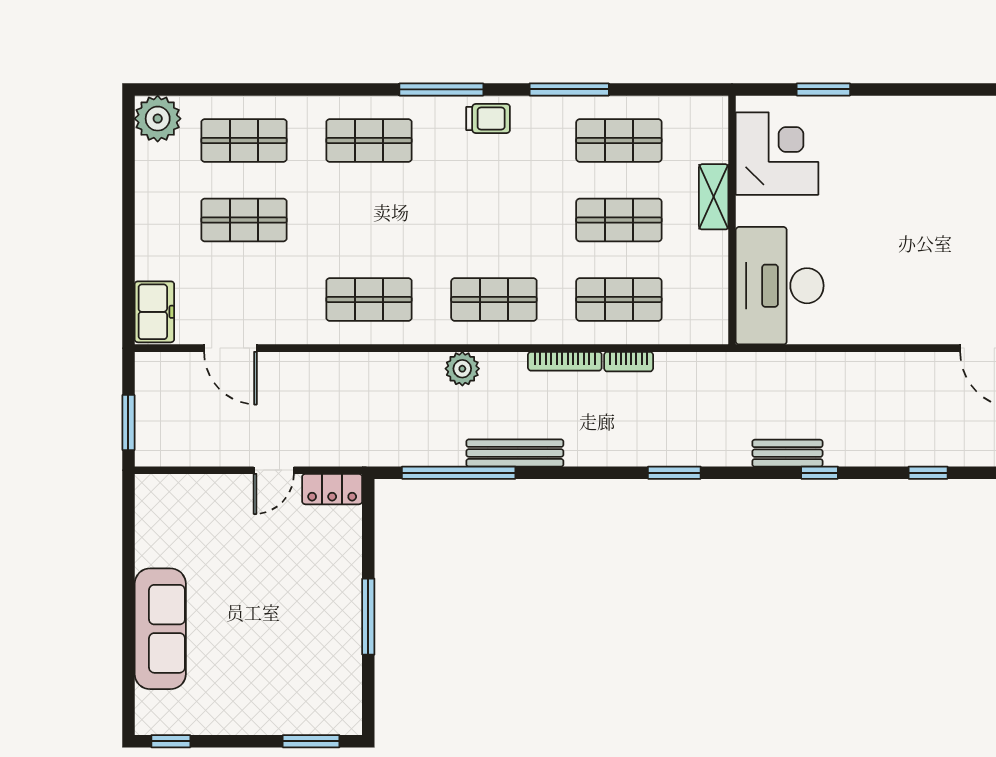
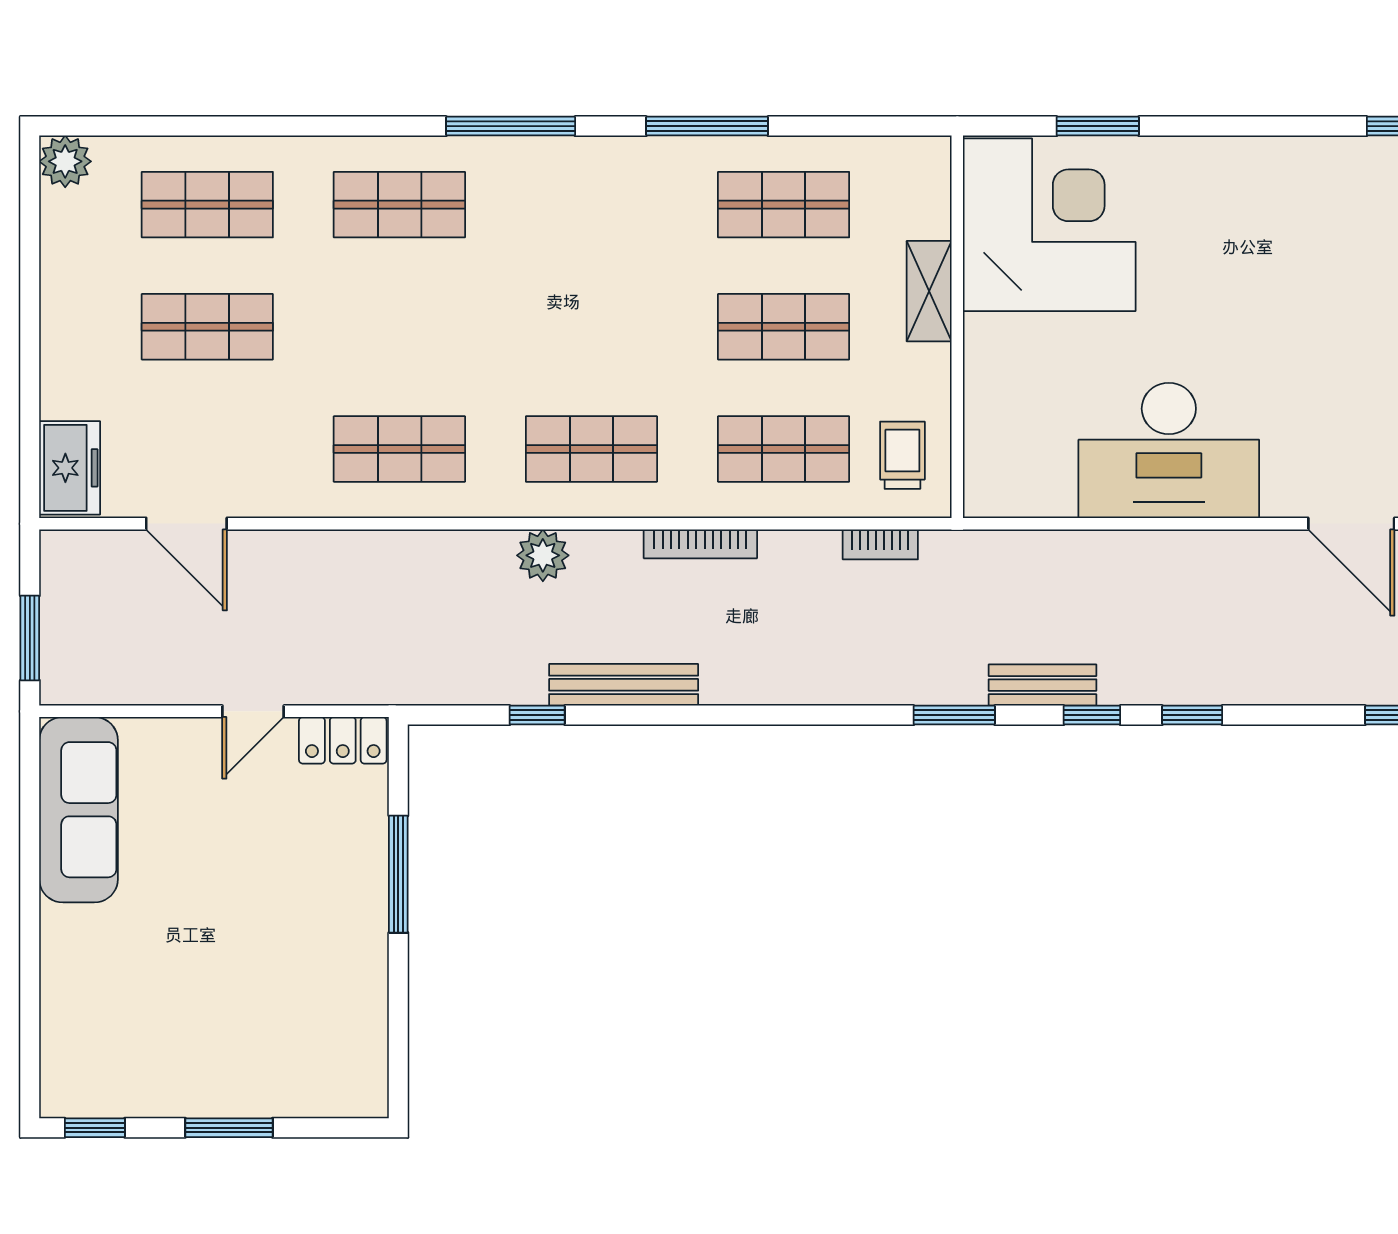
trolley: (488, 118) -> (902, 455), moved, turned -90
plant: (158, 119) -> (65, 161), width x0.73, depth x0.73
corner desk: (777, 154) -> (1049, 225), width x1.36, depth x1.36
desk: (780, 286) -> (1169, 450), moved, turned -90
bookcase: (629, 362) -> (880, 544), moved
window: (459, 473) -> (537, 715), width x0.32
window: (674, 473) -> (954, 715), moved
window: (928, 473) -> (1192, 715), moved
window: (368, 617) -> (398, 874), moved
sofa: (160, 629) -> (79, 810), moved
window: (311, 741) -> (229, 1128), moved

